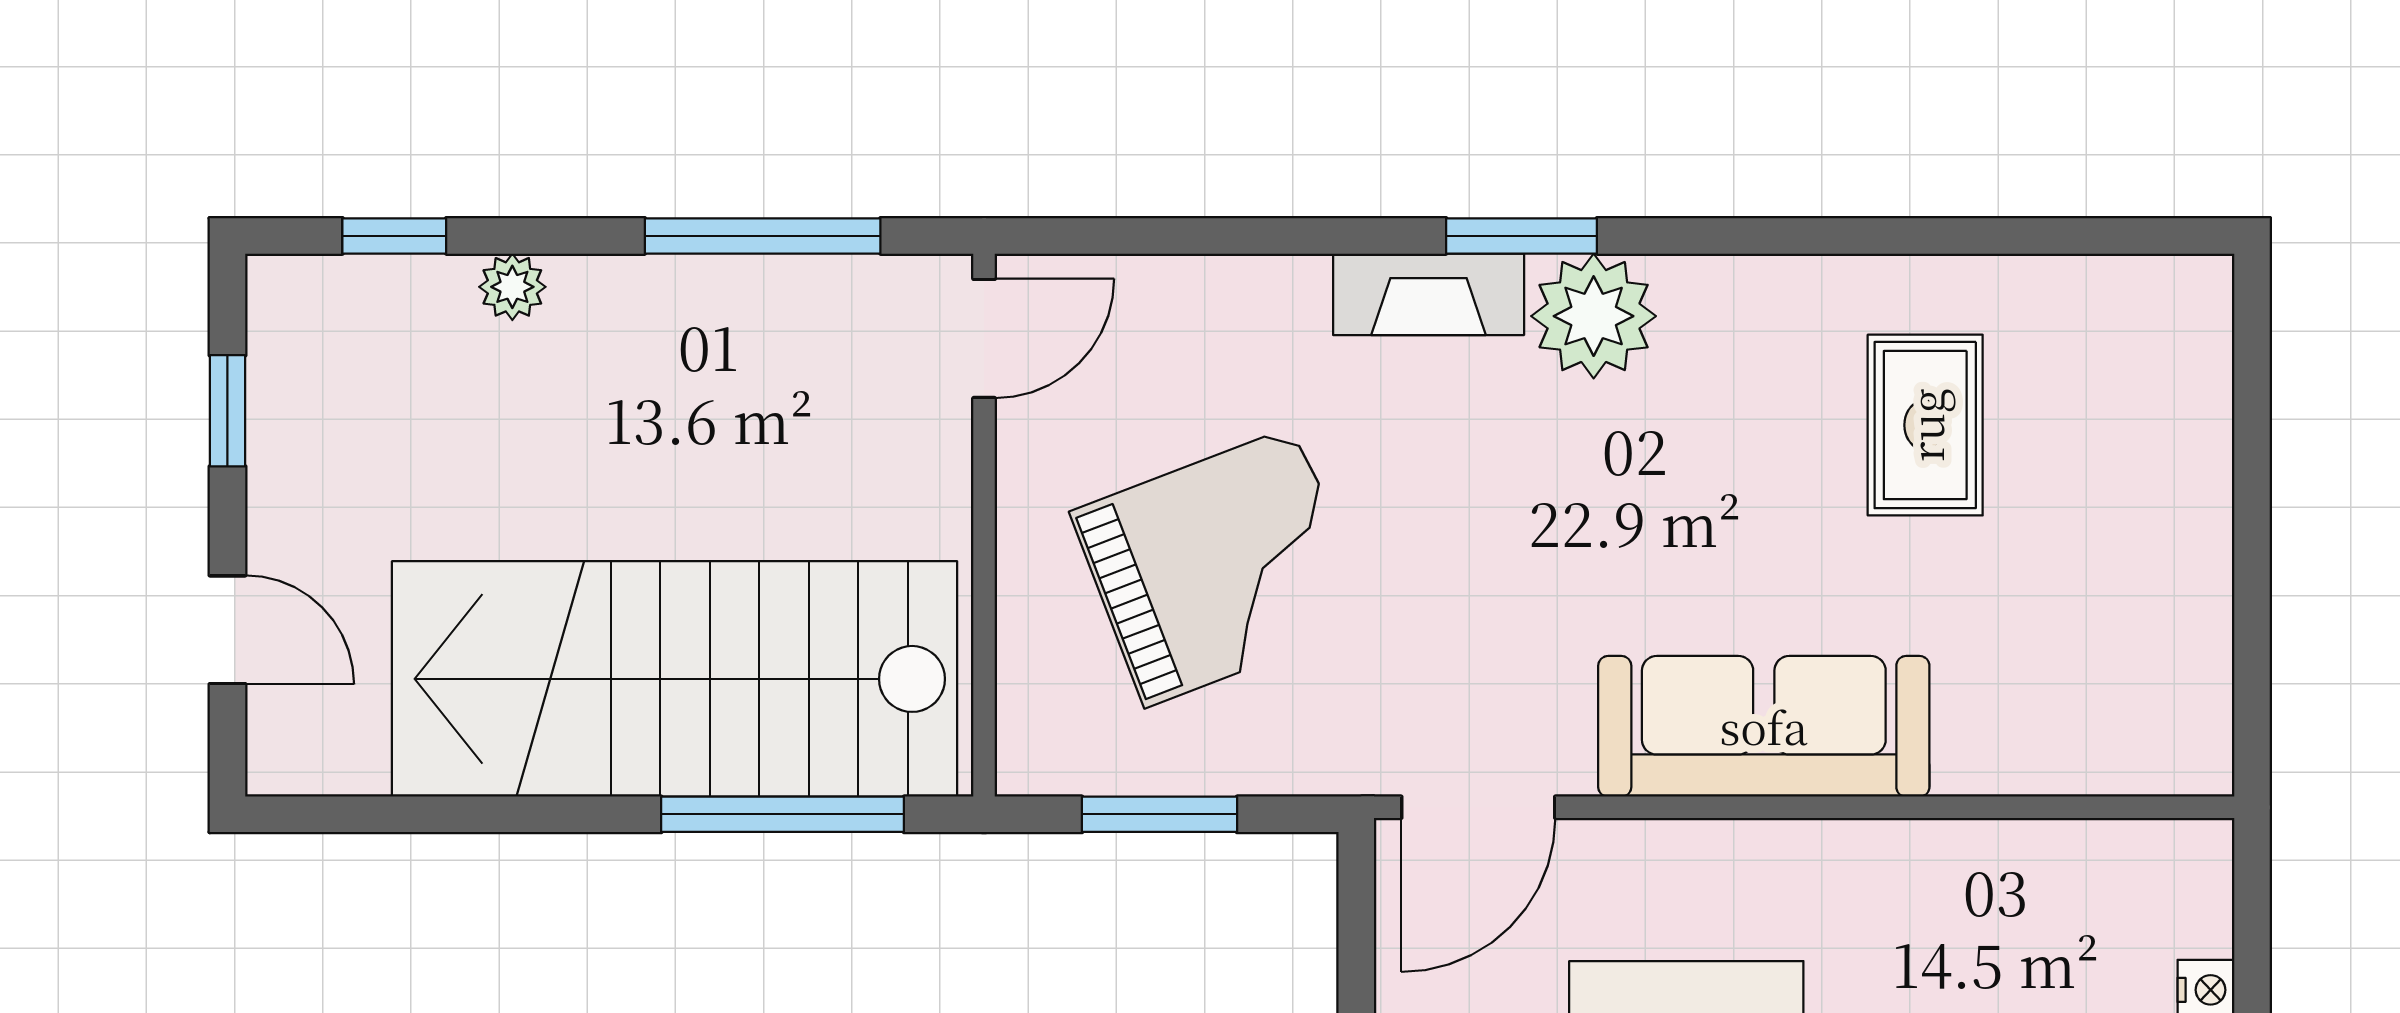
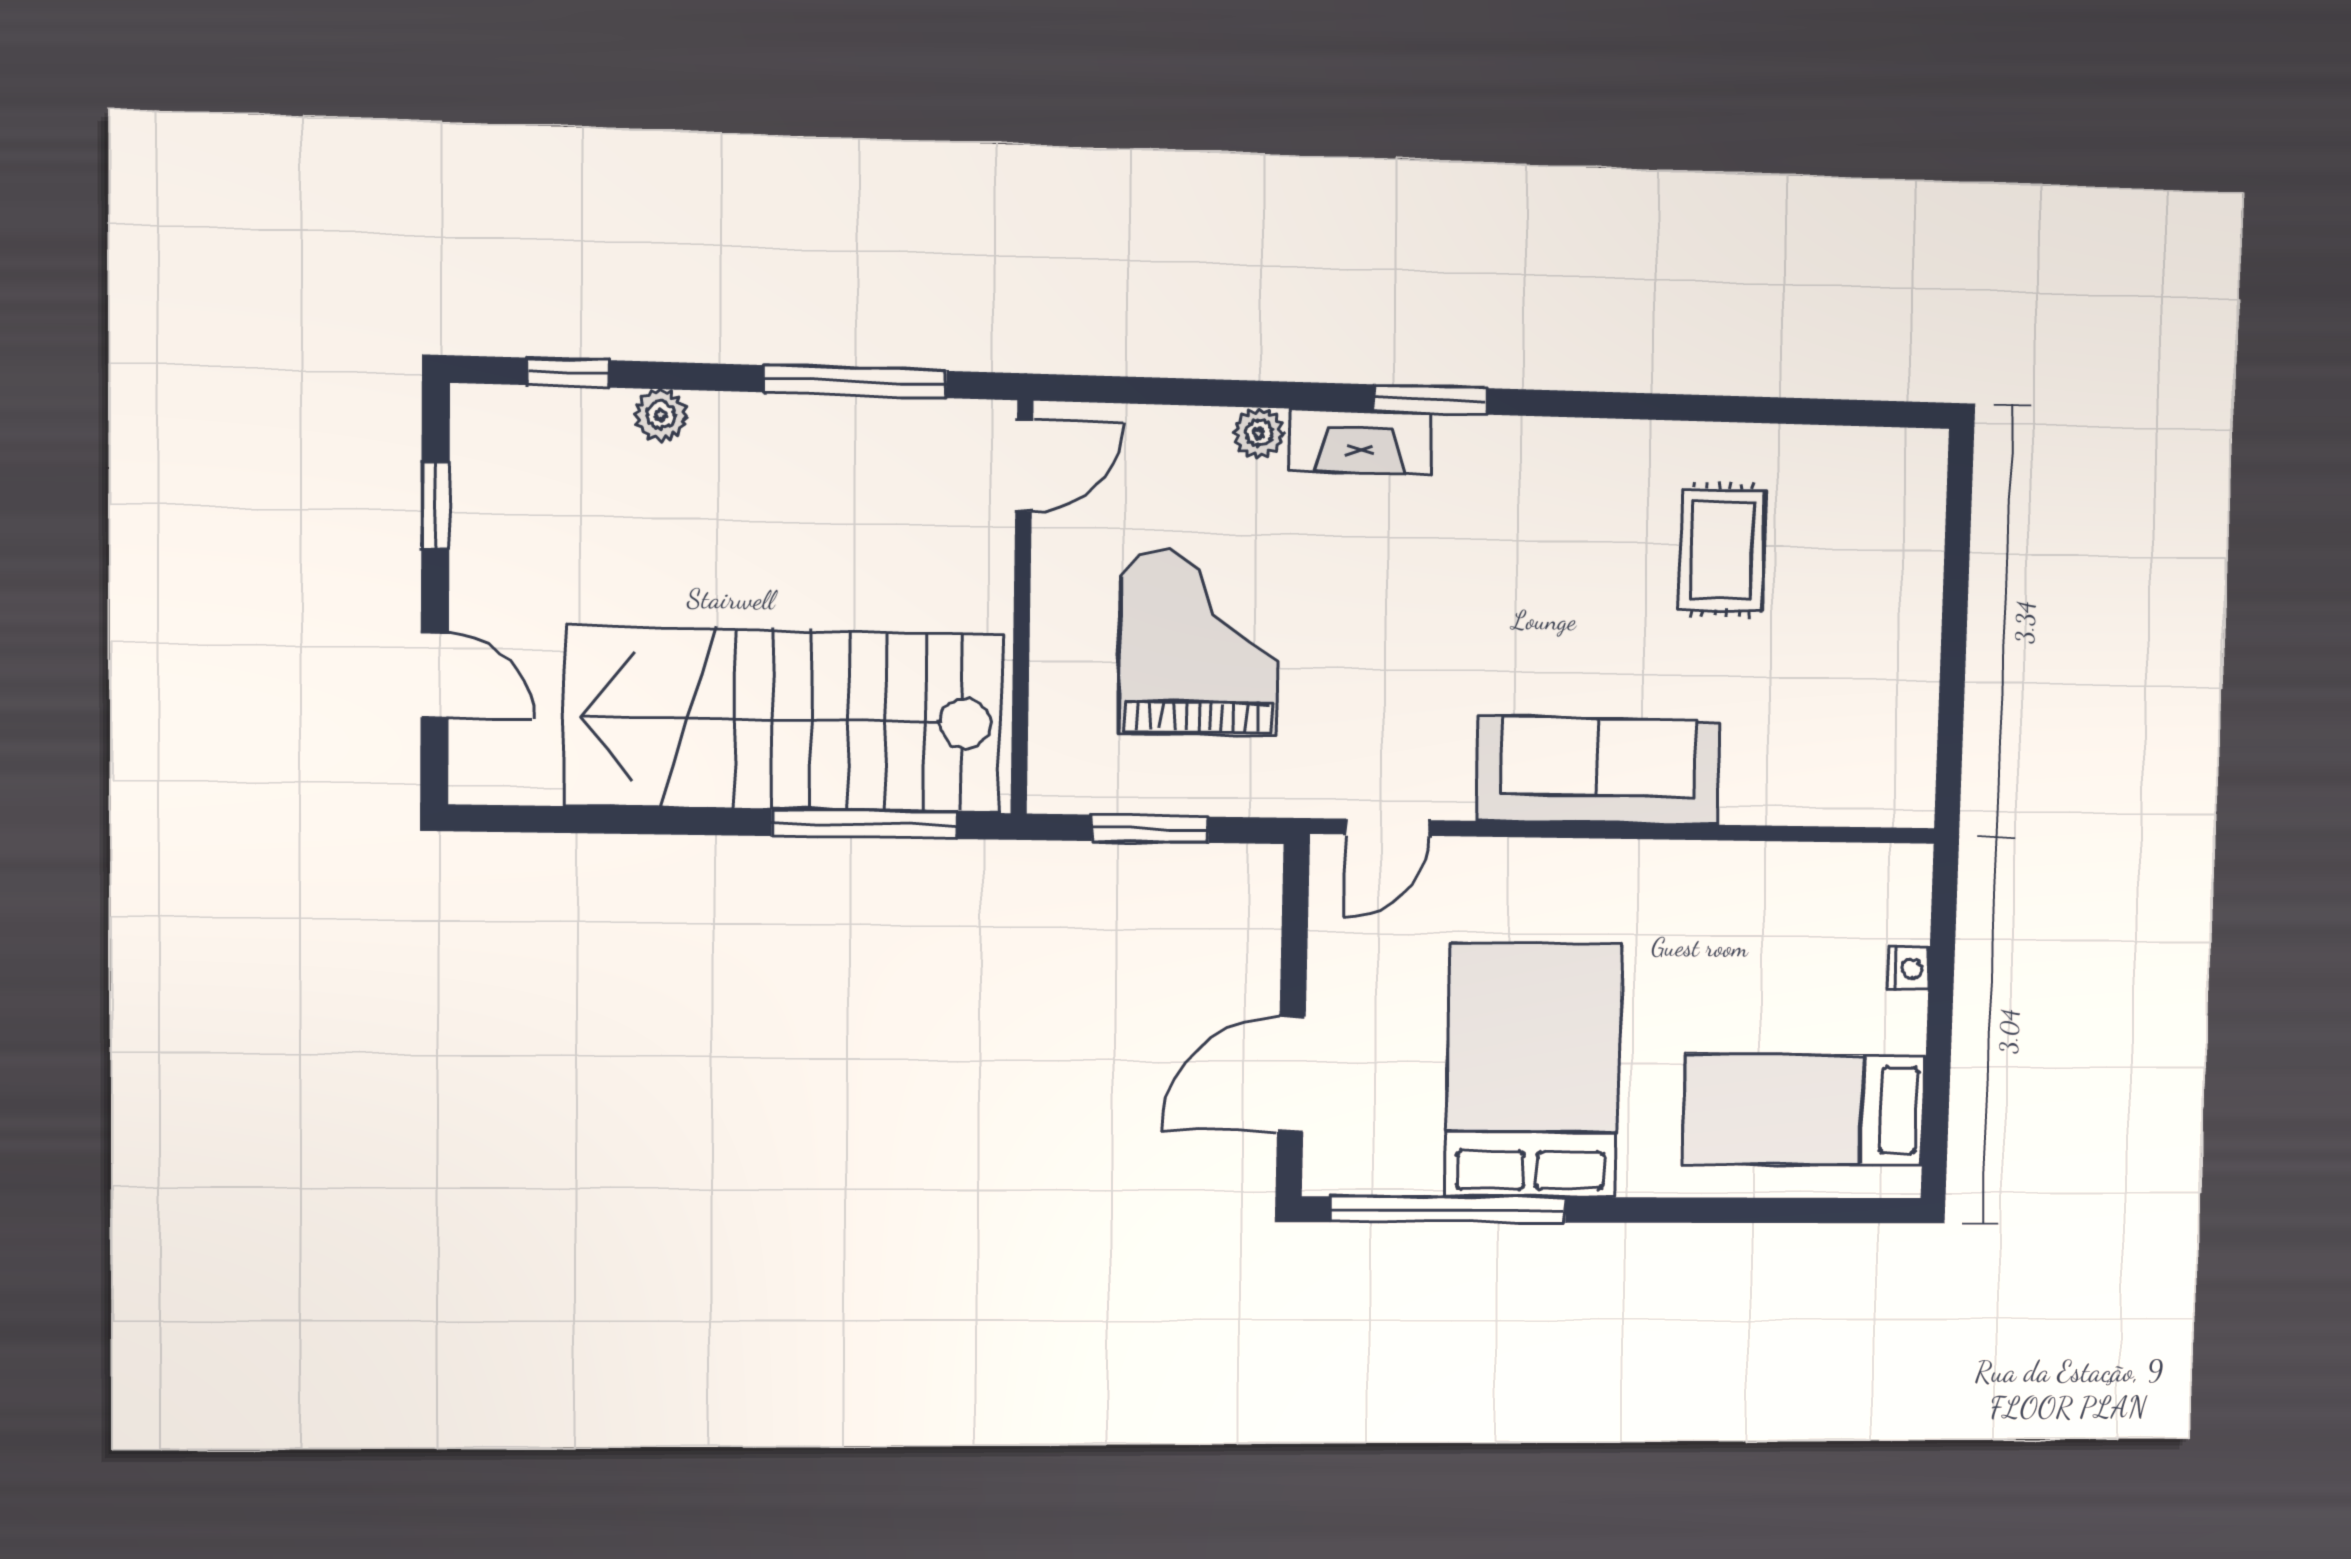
plant: (1594, 316) -> (1259, 433), moved, width x0.53, depth x0.53
grand piano: (1220, 567) -> (1200, 643), turned -69
door: (1478, 807) -> (1387, 827), width x0.73

